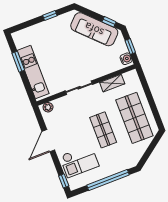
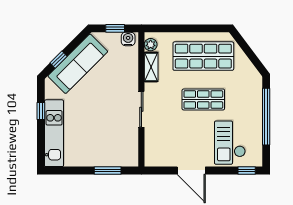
window: (109, 22) -> (59, 60), moved
window: (18, 62) -> (108, 171), moved
kitchen unit: (33, 72) -> (54, 133), moved, turned 90
plant: (48, 107) -> (151, 45), moved
checkout: (79, 161) -> (230, 143), turned 180

